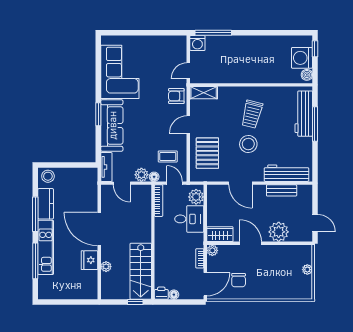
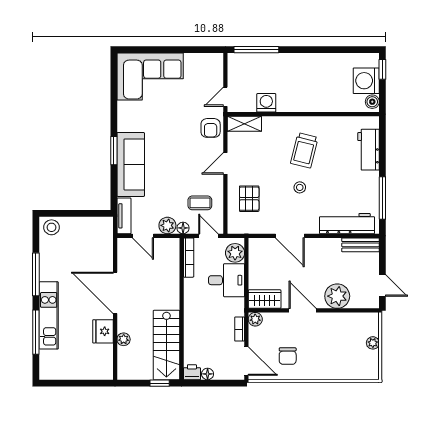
washing machine: (197, 43) -> (266, 103), moved, turned 180
corner sofa: (120, 72) -> (150, 76), moved, turned 90
armchair: (176, 96) -> (211, 128), turned -90
workbench: (304, 114) -> (368, 150), width x0.73
window: (315, 124) -> (382, 198), moved
stool: (248, 144) -> (300, 187), width x0.53, depth x0.53
pallet: (207, 153) -> (249, 199), width x0.67, depth x0.71
bench: (282, 190) -> (361, 245), moved
kitchen counter: (46, 204) -> (49, 261), removed
door: (205, 284) -> (246, 361), hinge flipped

